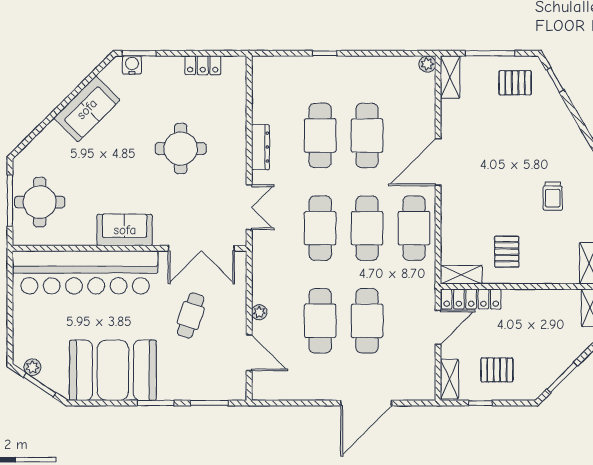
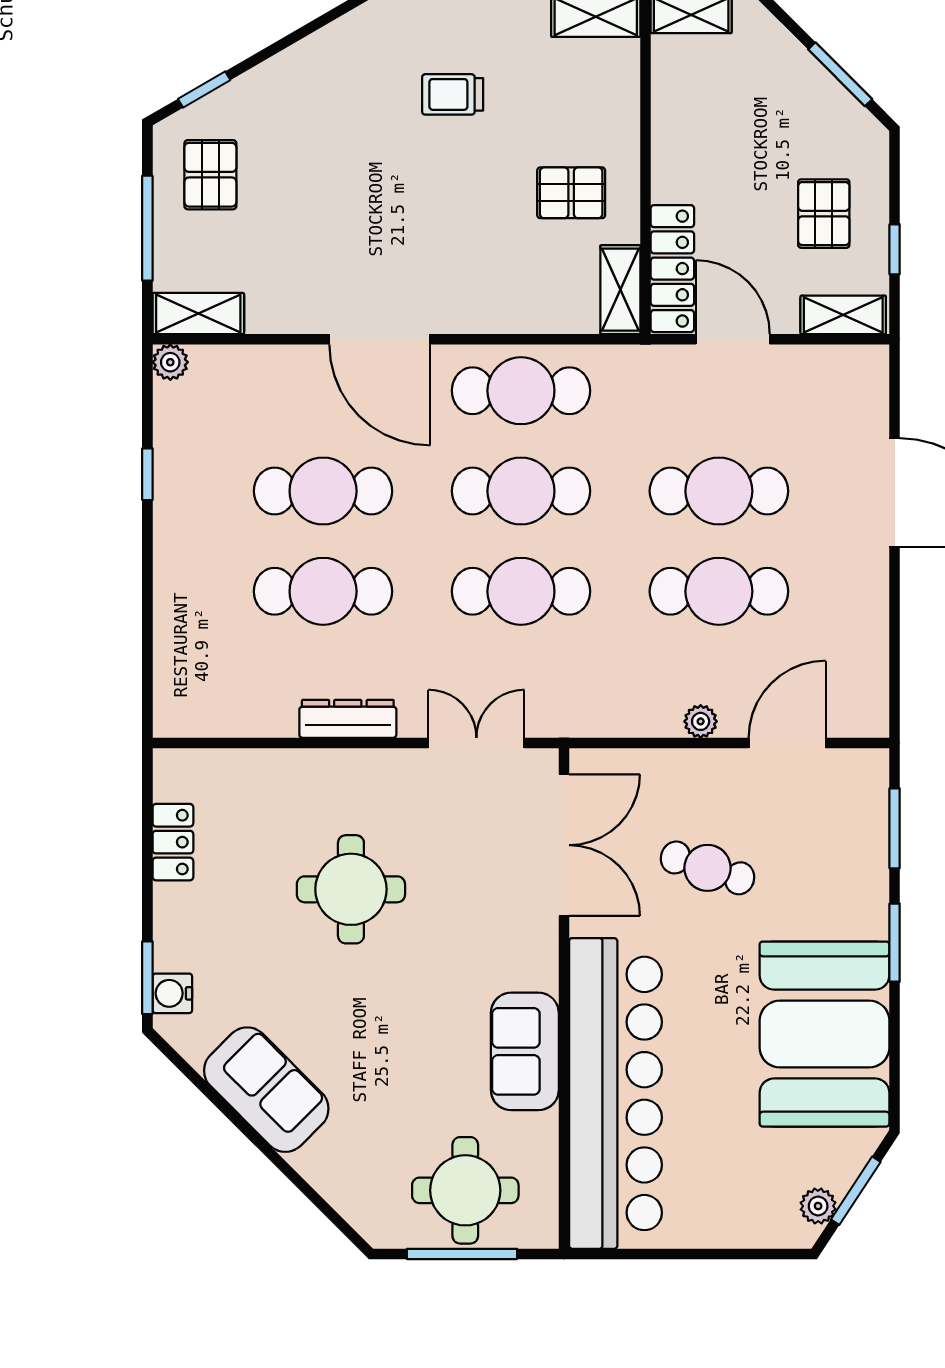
window: (325, 53) -> (147, 474), moved
trolley: (553, 196) -> (453, 94), turned 180
sofa: (125, 230) -> (525, 1051), moved

